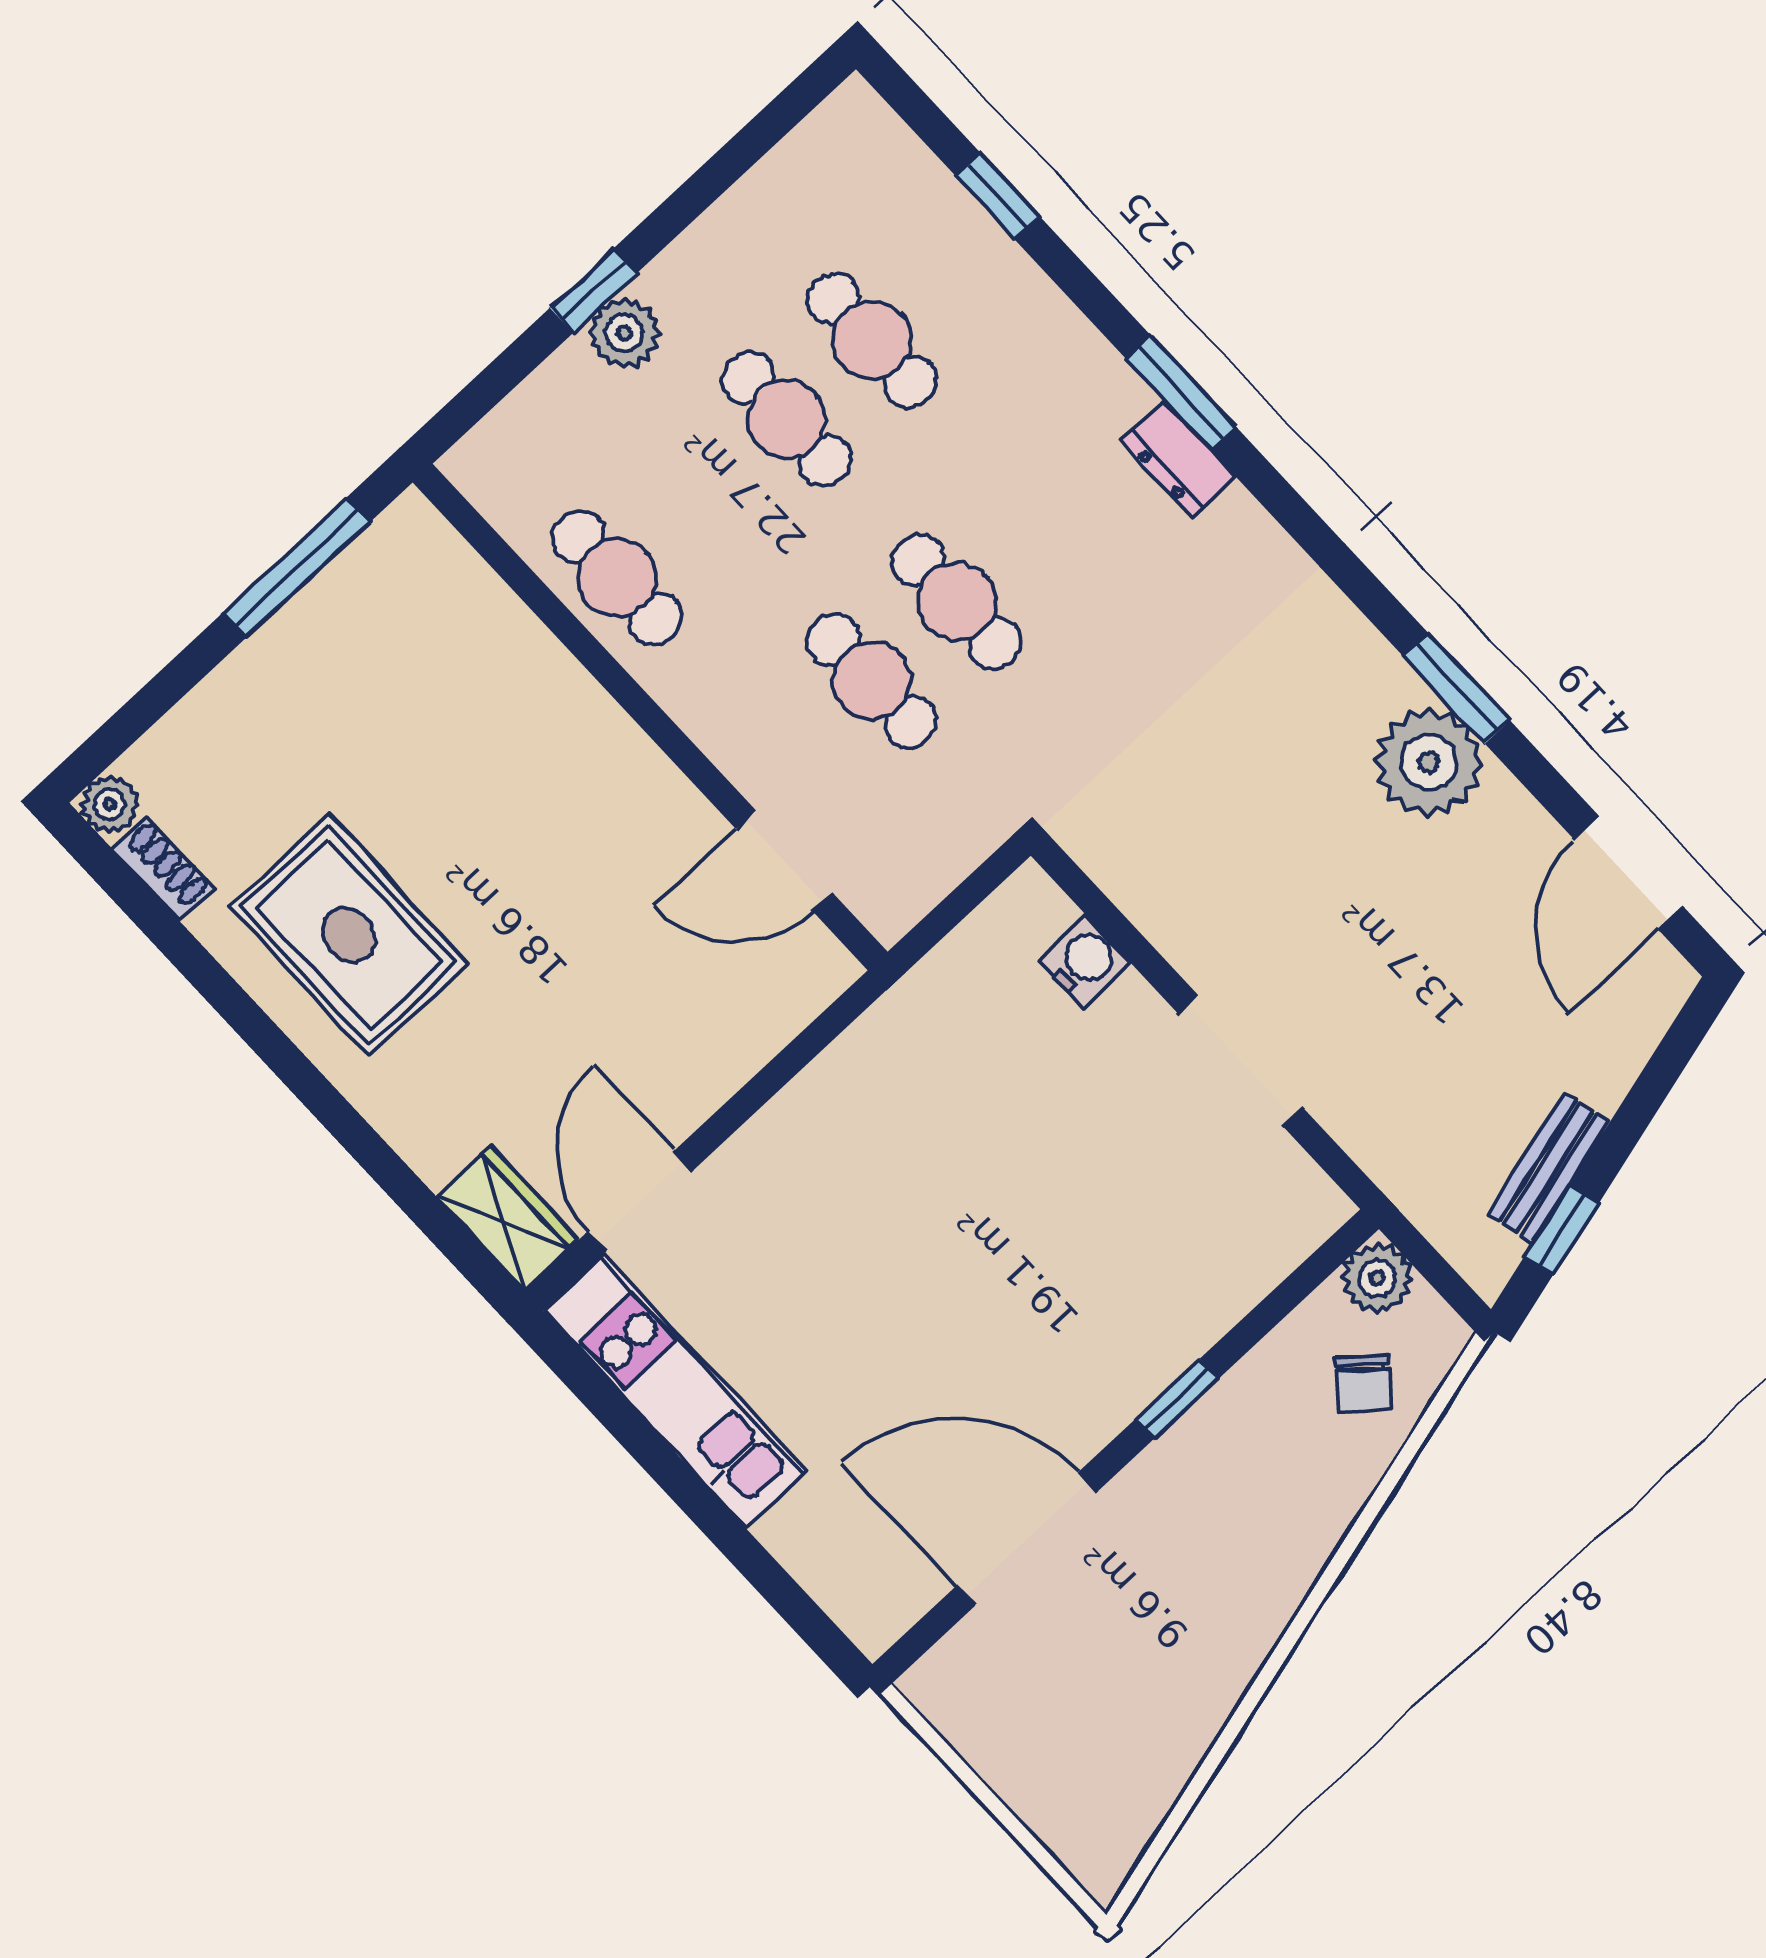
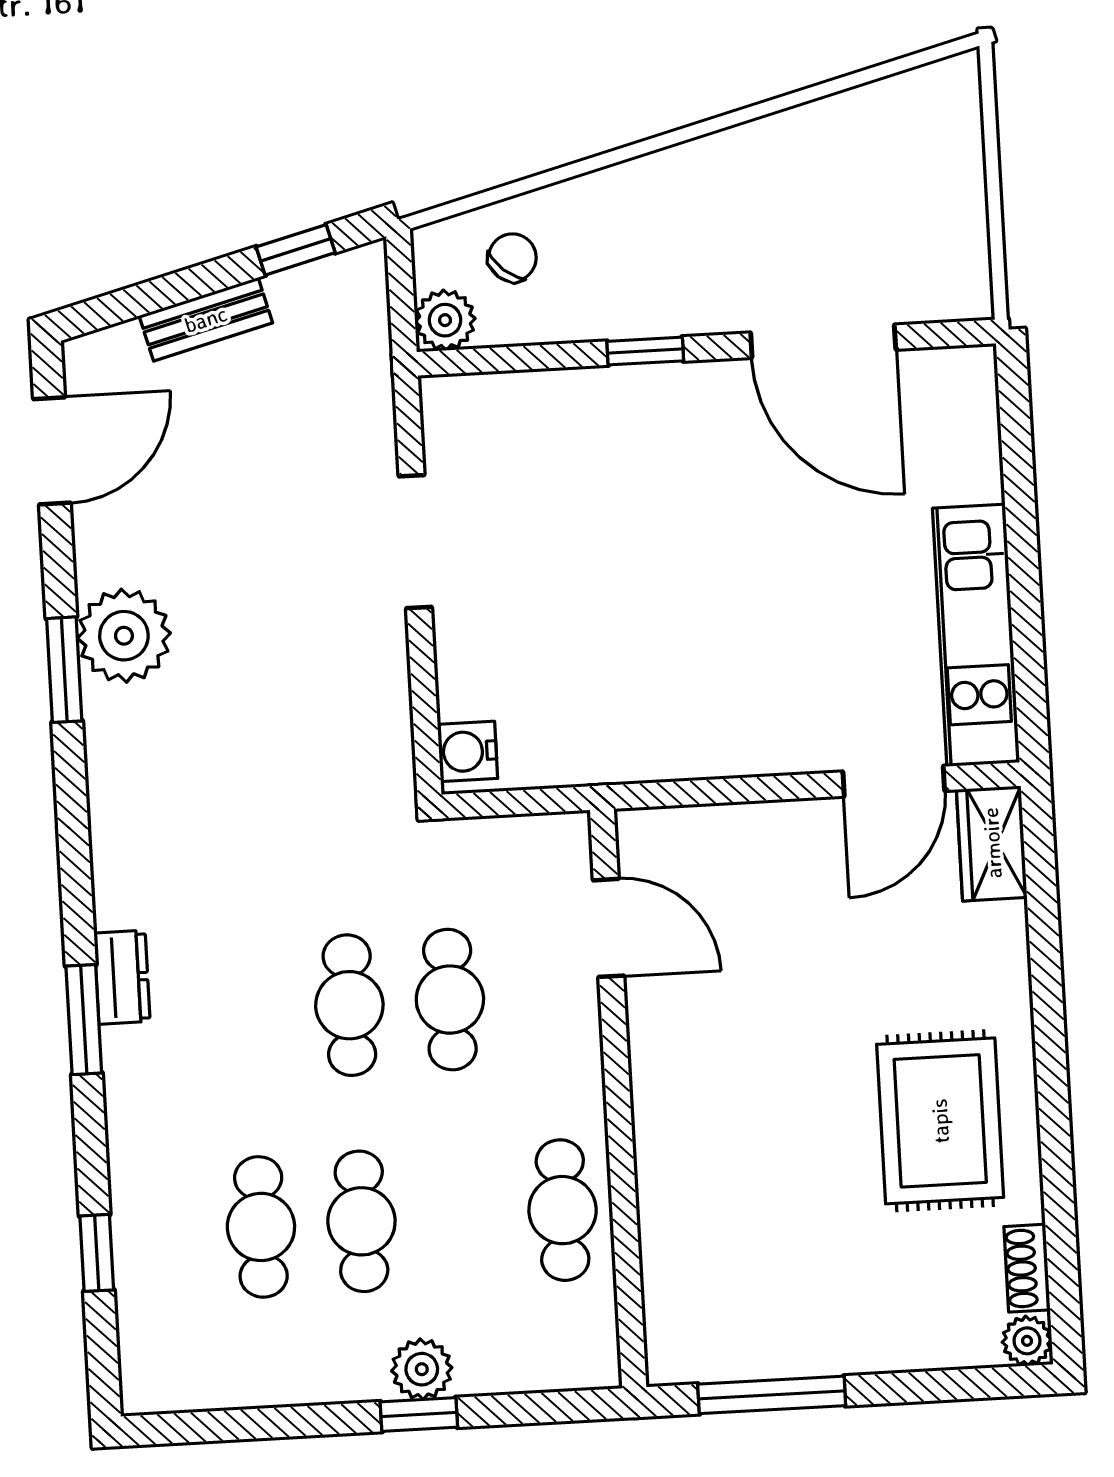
water cooler: (1085, 962) -> (468, 751), moved
bench: (1548, 1168) -> (206, 319), moved

